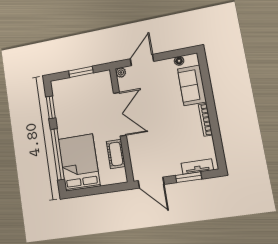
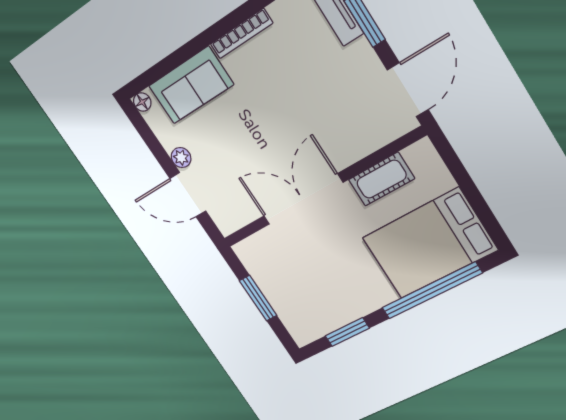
floor lamp: (179, 61) -> (142, 102), moved
plant: (121, 72) -> (181, 158), moved

